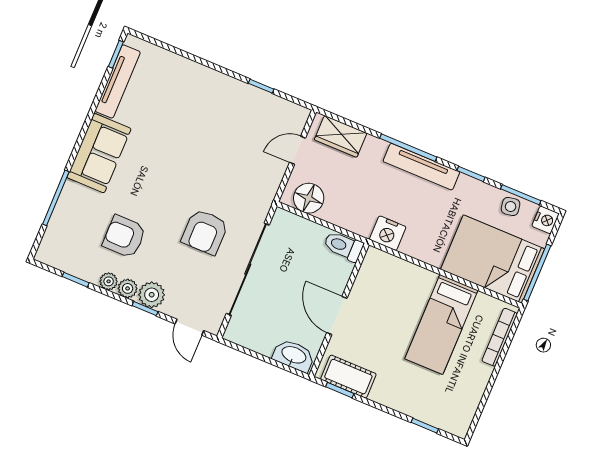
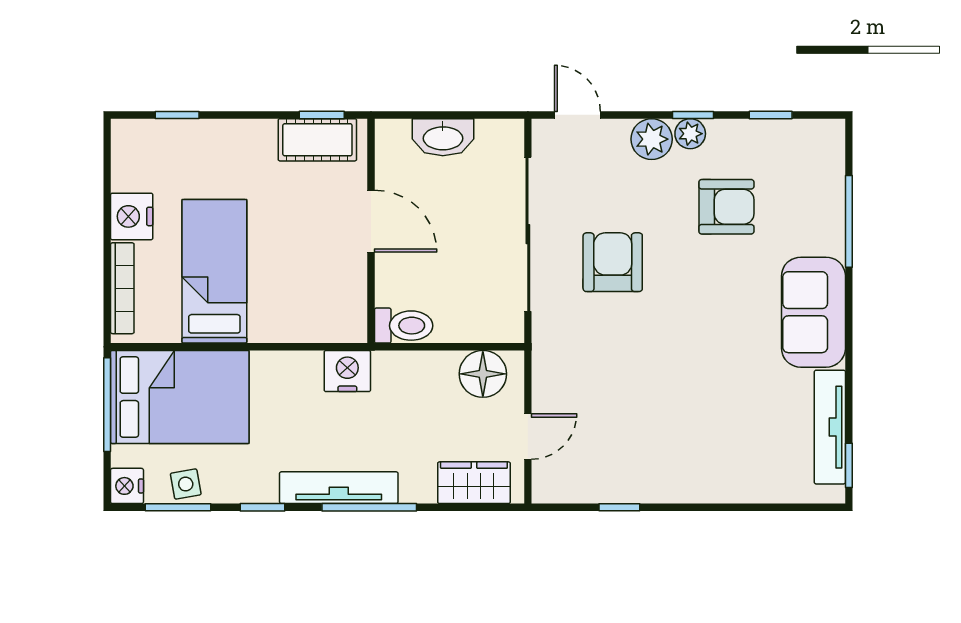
plant: (109, 281) -> (722, 132), removed
window: (145, 309) -> (693, 115), moved
washbasin: (294, 355) -> (443, 137), moved
nightstand: (476, 377) -> (132, 216), added

